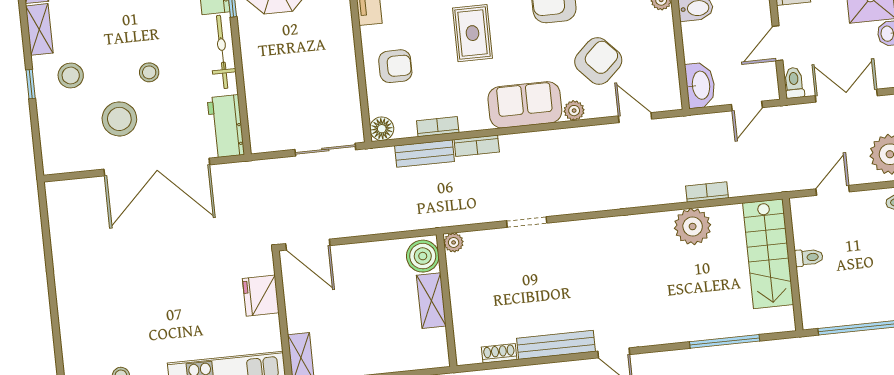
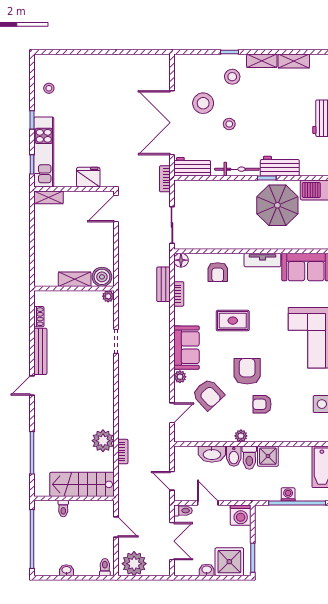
washbasin: (700, 85) -> (212, 454), moved
bookcase: (477, 146) -> (165, 179), moved
toilet: (809, 257) -> (63, 509), moved

